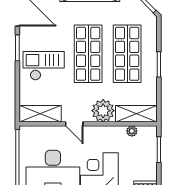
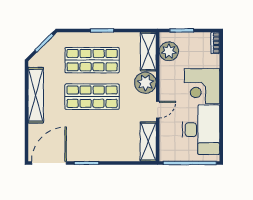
checkout: (44, 66) -> (103, 138), removed
plant: (132, 131) -> (169, 51), width x1.87, depth x1.87

